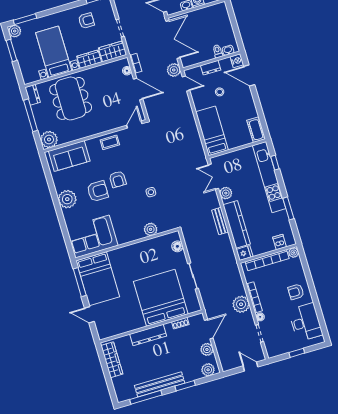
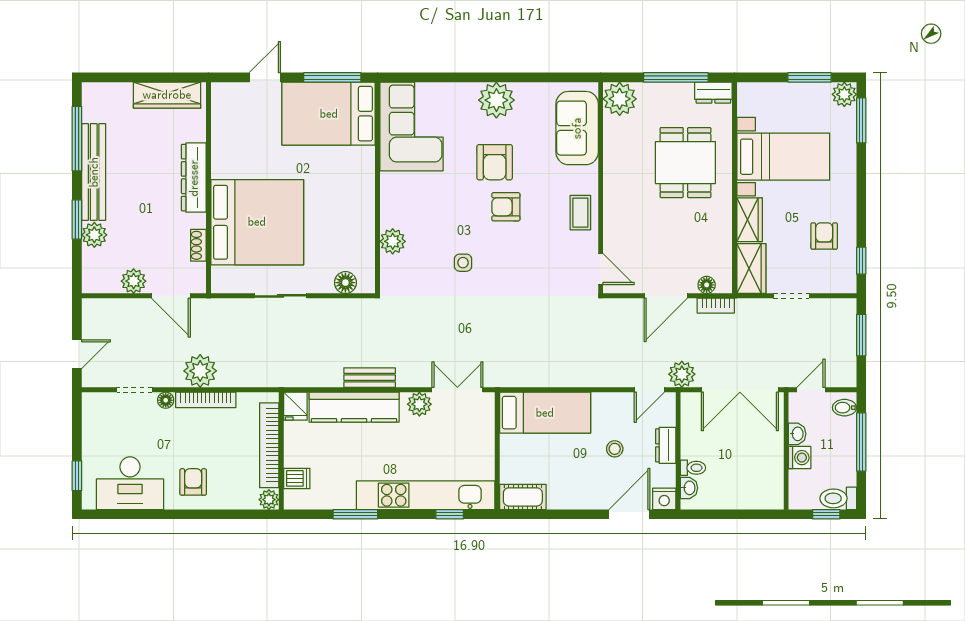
armchair: (86, 21) -> (824, 236), turned 180
dining table: (71, 98) -> (685, 163), width x0.73
window: (297, 353) -> (77, 476), moved
plant: (208, 370) -> (94, 235), moved

